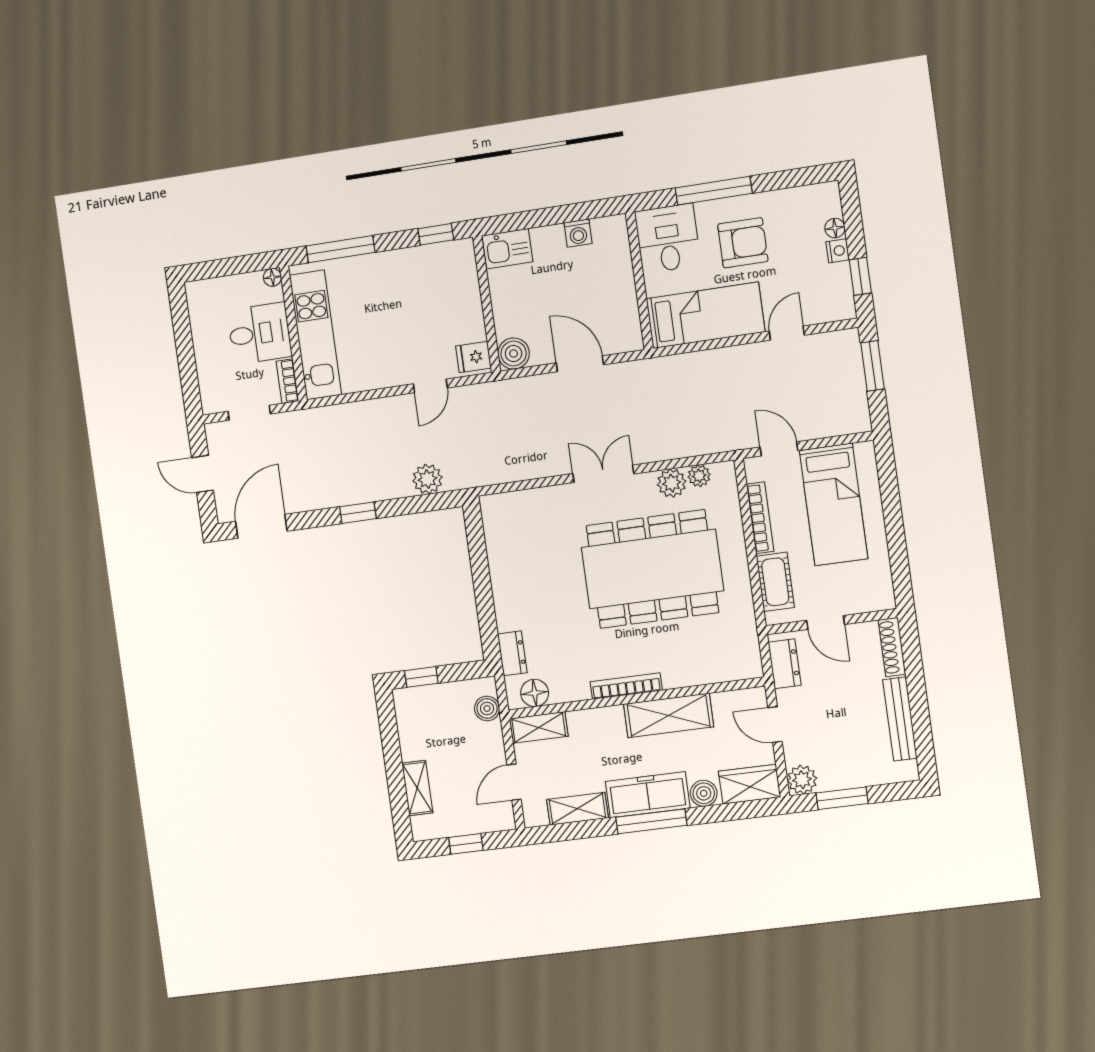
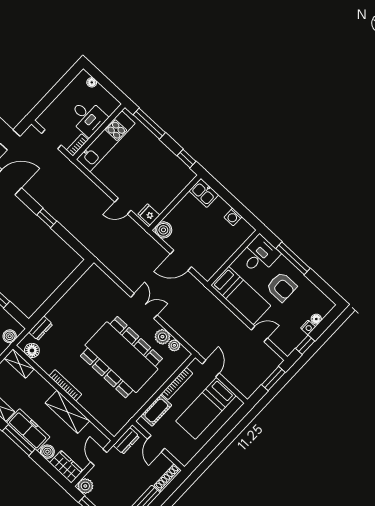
floor lamp: (272, 277) -> (92, 82), moved
door: (580, 364) -> (181, 260), swing flipped
plant: (427, 479) -> (84, 236), removed

